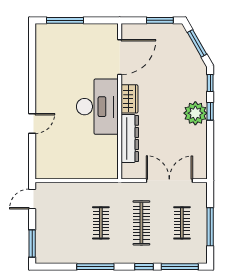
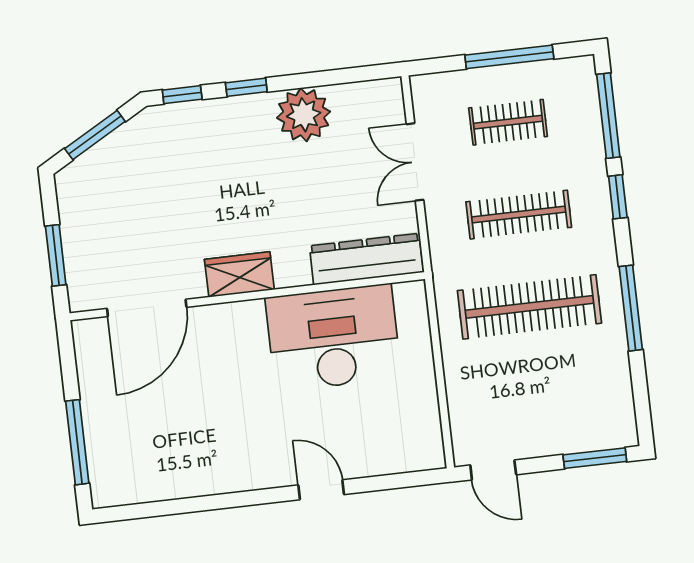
window: (160, 20) -> (56, 255), moved
door: (120, 57) -> (147, 308), swing flipped
desk: (97, 107) -> (333, 338), moved
plant: (195, 113) -> (304, 115), moved
dresser: (130, 138) -> (366, 259), moved
double door: (169, 181) -> (415, 162), width x0.73
clothes rail: (101, 223) -> (529, 307), width x1.86, depth x1.31

